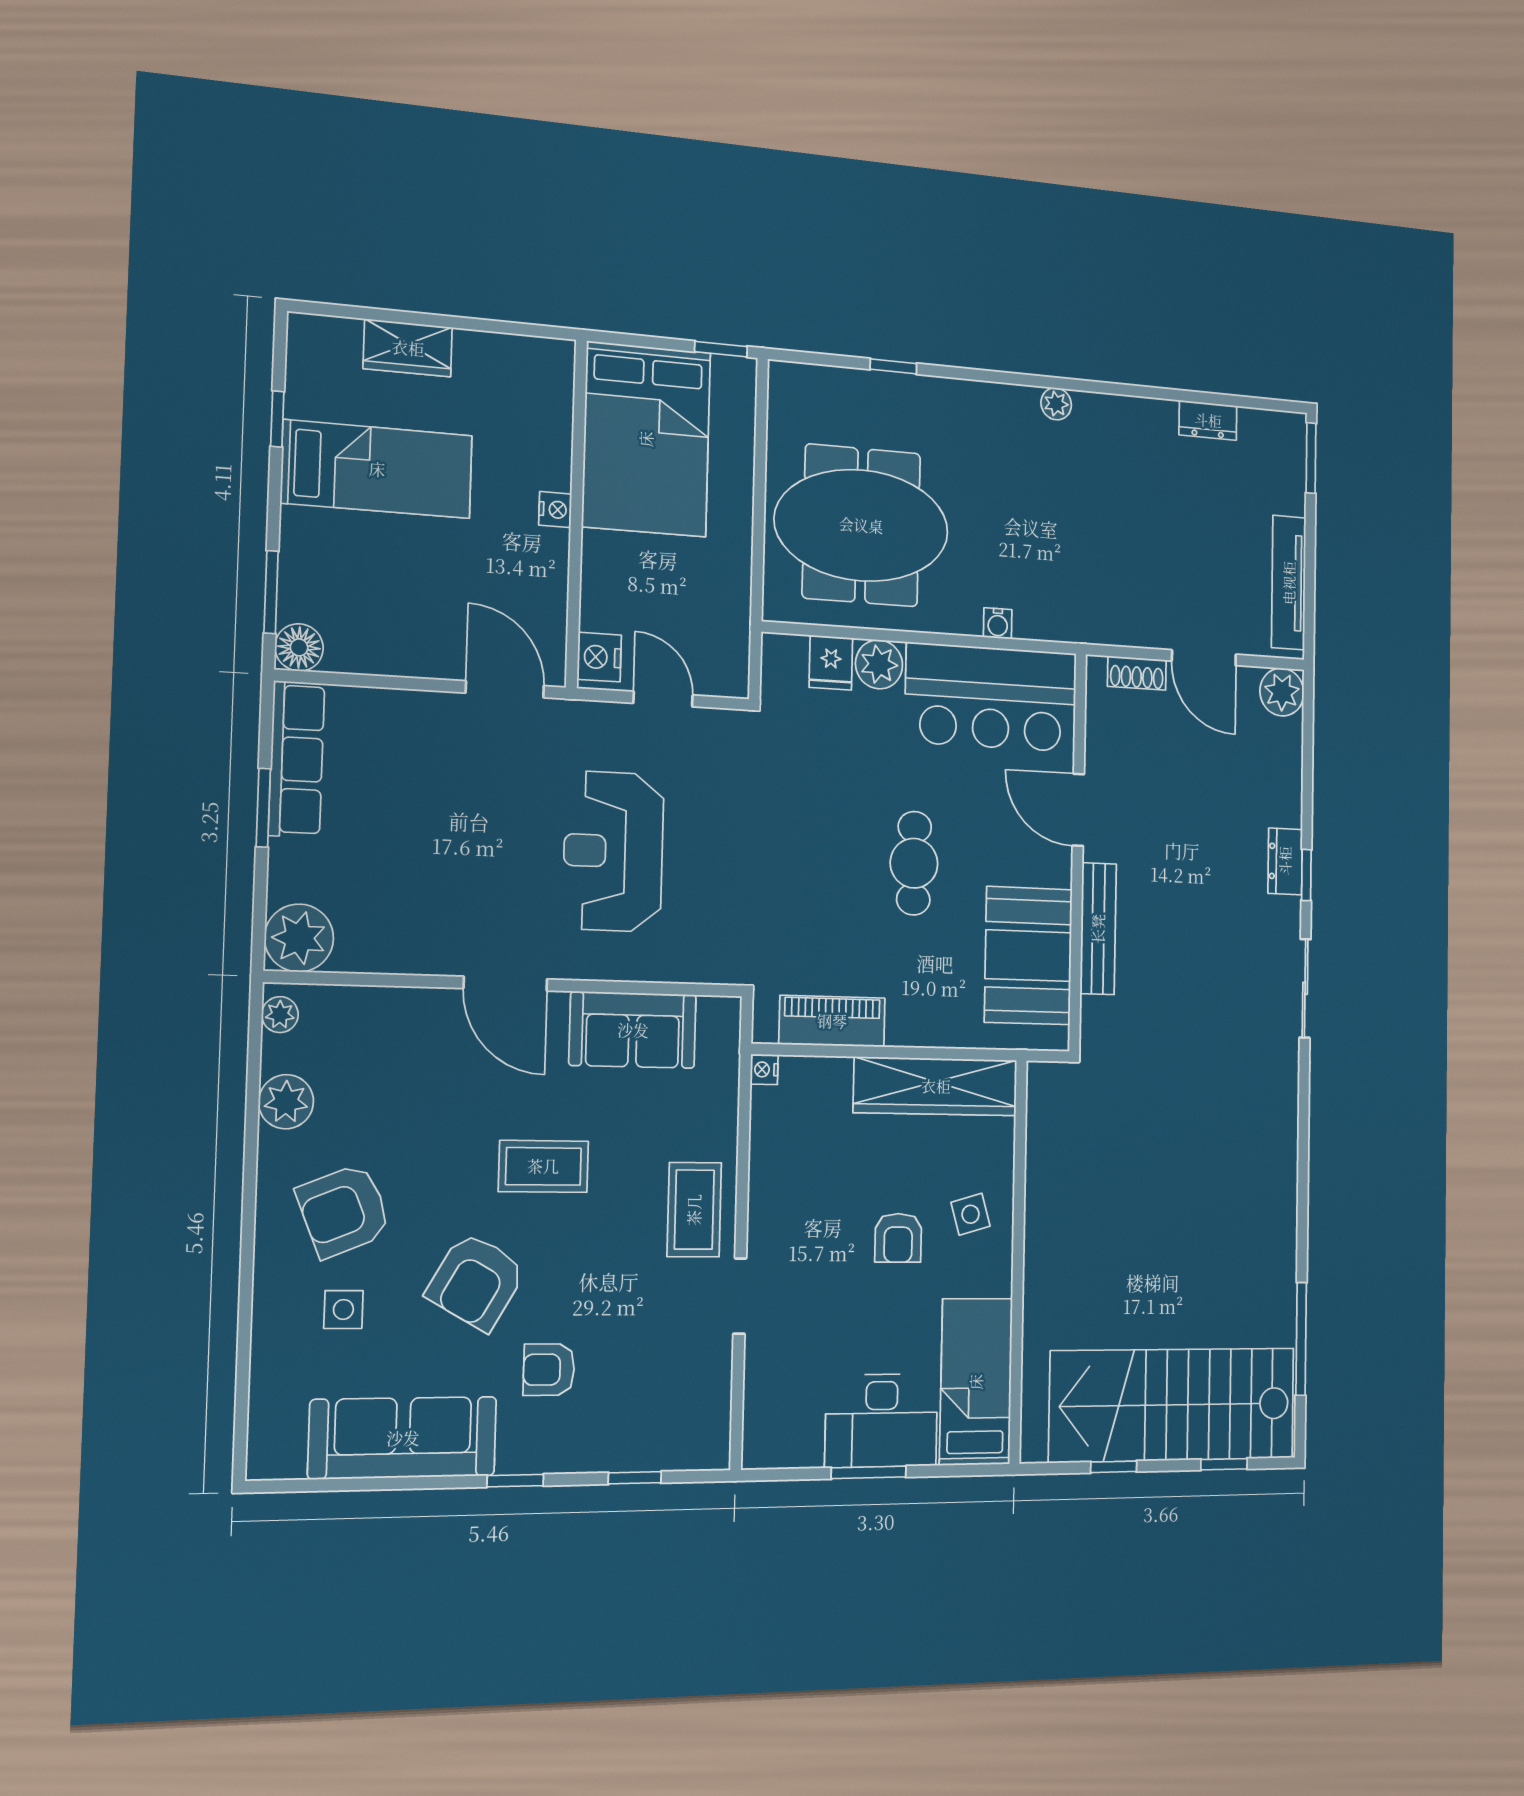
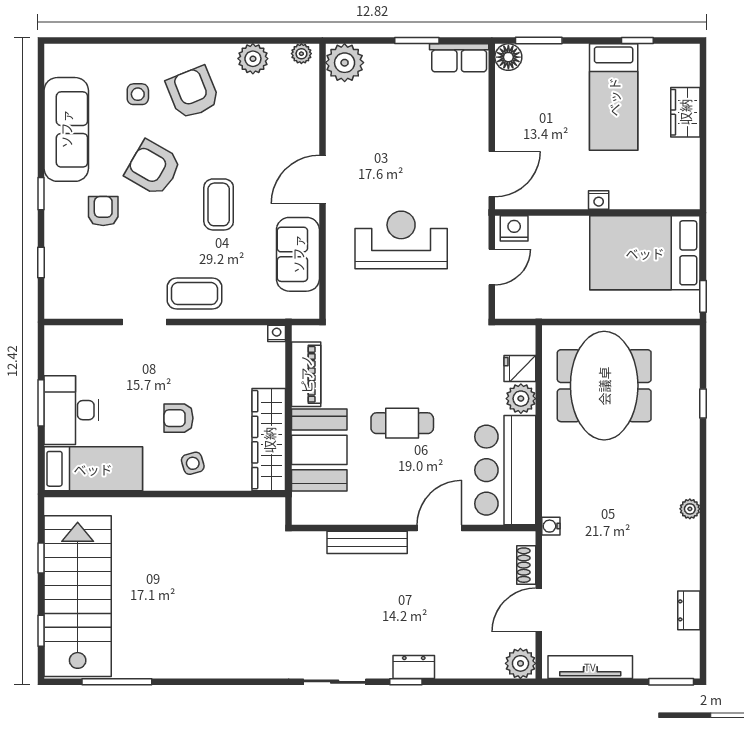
water cooler: (998, 623) -> (551, 526), moved
row of seats: (296, 759) -> (459, 58), width x0.68
booth: (1028, 956) -> (319, 450), moved, turned 90

